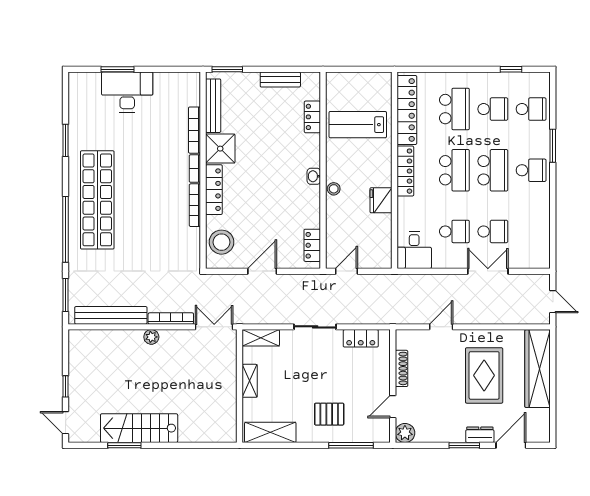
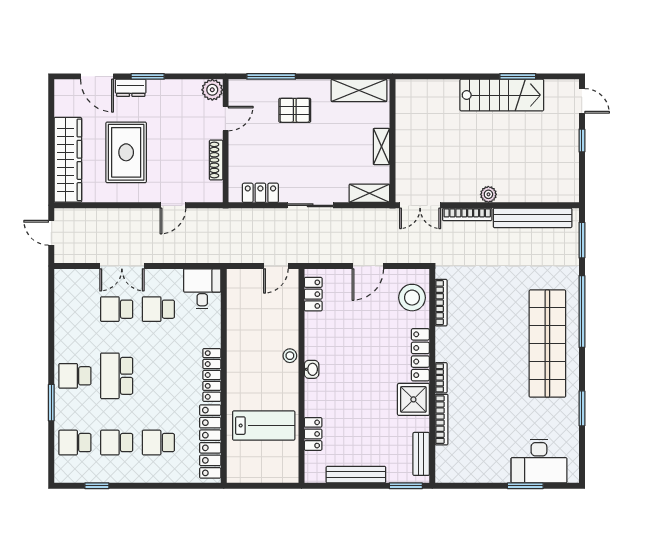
bench: (280, 80) -> (356, 475), width x1.36
desk: (127, 92) -> (539, 461), moved
bench: (213, 106) -> (421, 454), width x0.73
school desk: (454, 109) -> (158, 443), width x0.54
school desk: (454, 170) -> (158, 376), removed
fridge: (381, 200) -> (238, 343), removed
bookcase: (195, 205) -> (441, 303), moved
door: (511, 445) -> (97, 76), hinge flipped

